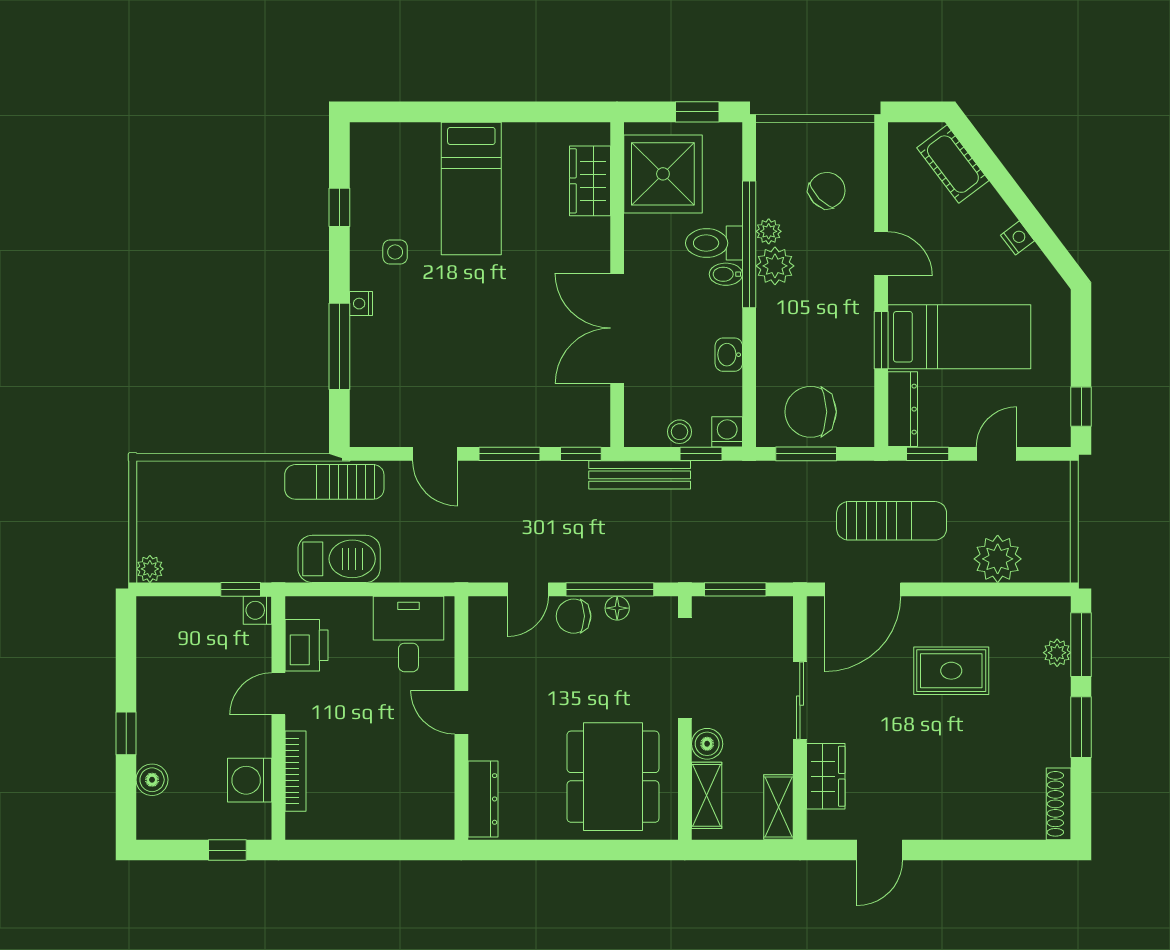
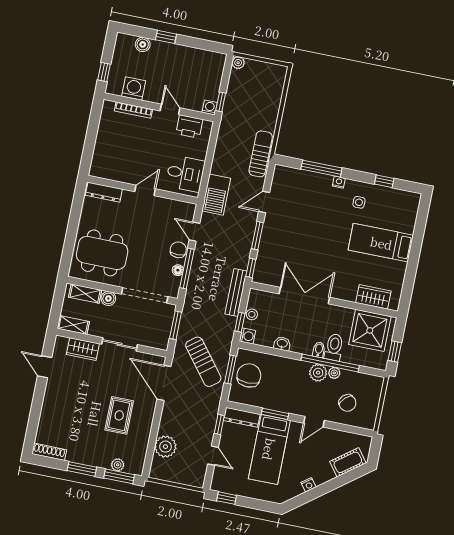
sun lounger: (892, 521) -> (203, 362), moved, turned -38
barbecue: (339, 559) -> (216, 195), moved

